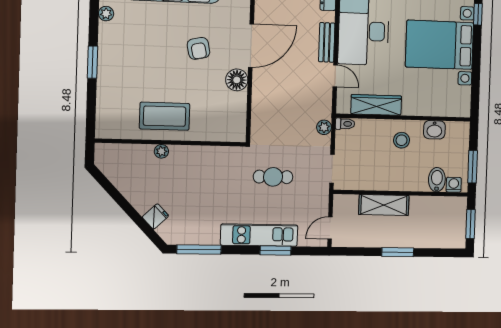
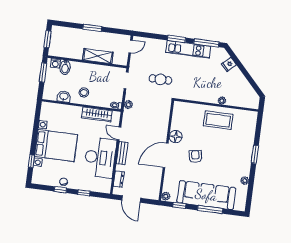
kitchen unit: (259, 235) -> (188, 49), moved
window: (276, 250) -> (177, 39), moved

